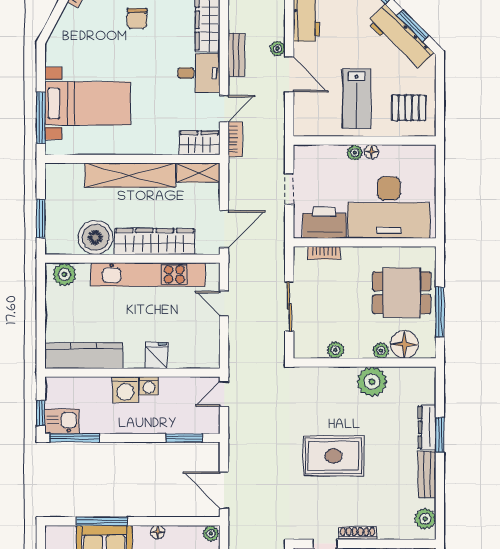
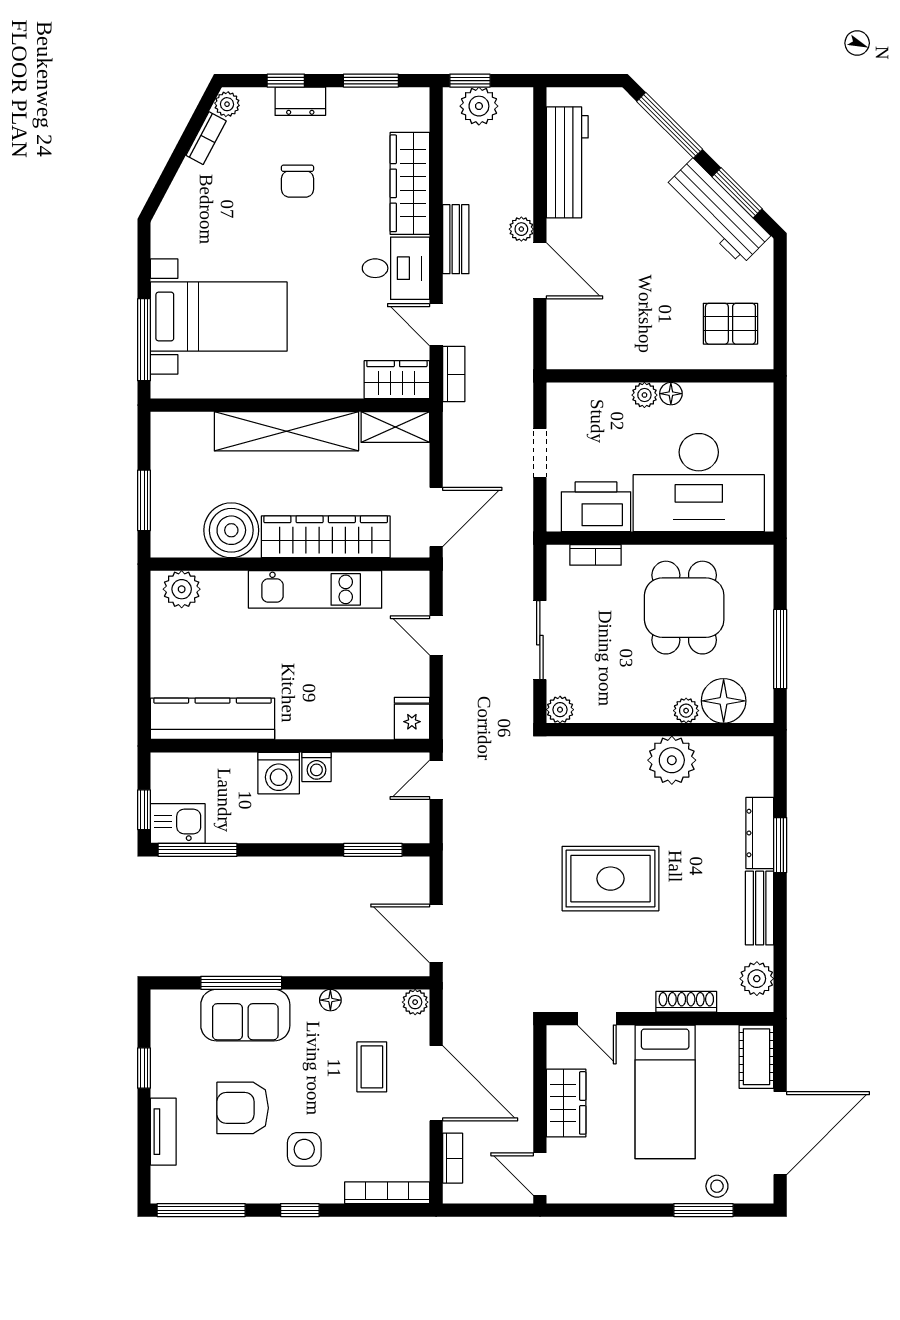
lab bench: (357, 99) -> (647, 309), removed
door: (224, 108) -> (436, 325), swing flipped
kitchen unit: (148, 274) -> (315, 589), width x0.73
dining table: (402, 293) -> (684, 608), moved, turned 90
plant: (335, 350) -> (560, 710), moved
fridge: (156, 355) -> (412, 718), moved
shoe rack: (358, 533) -> (686, 1002), moved

